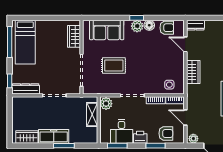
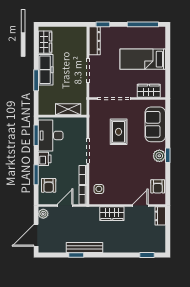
floor lamp: (149, 25) -> (160, 168), removed
bed: (25, 42) -> (143, 59), moved
plant: (106, 104) -> (79, 124), removed
desk: (122, 131) -> (51, 135), width x1.37

